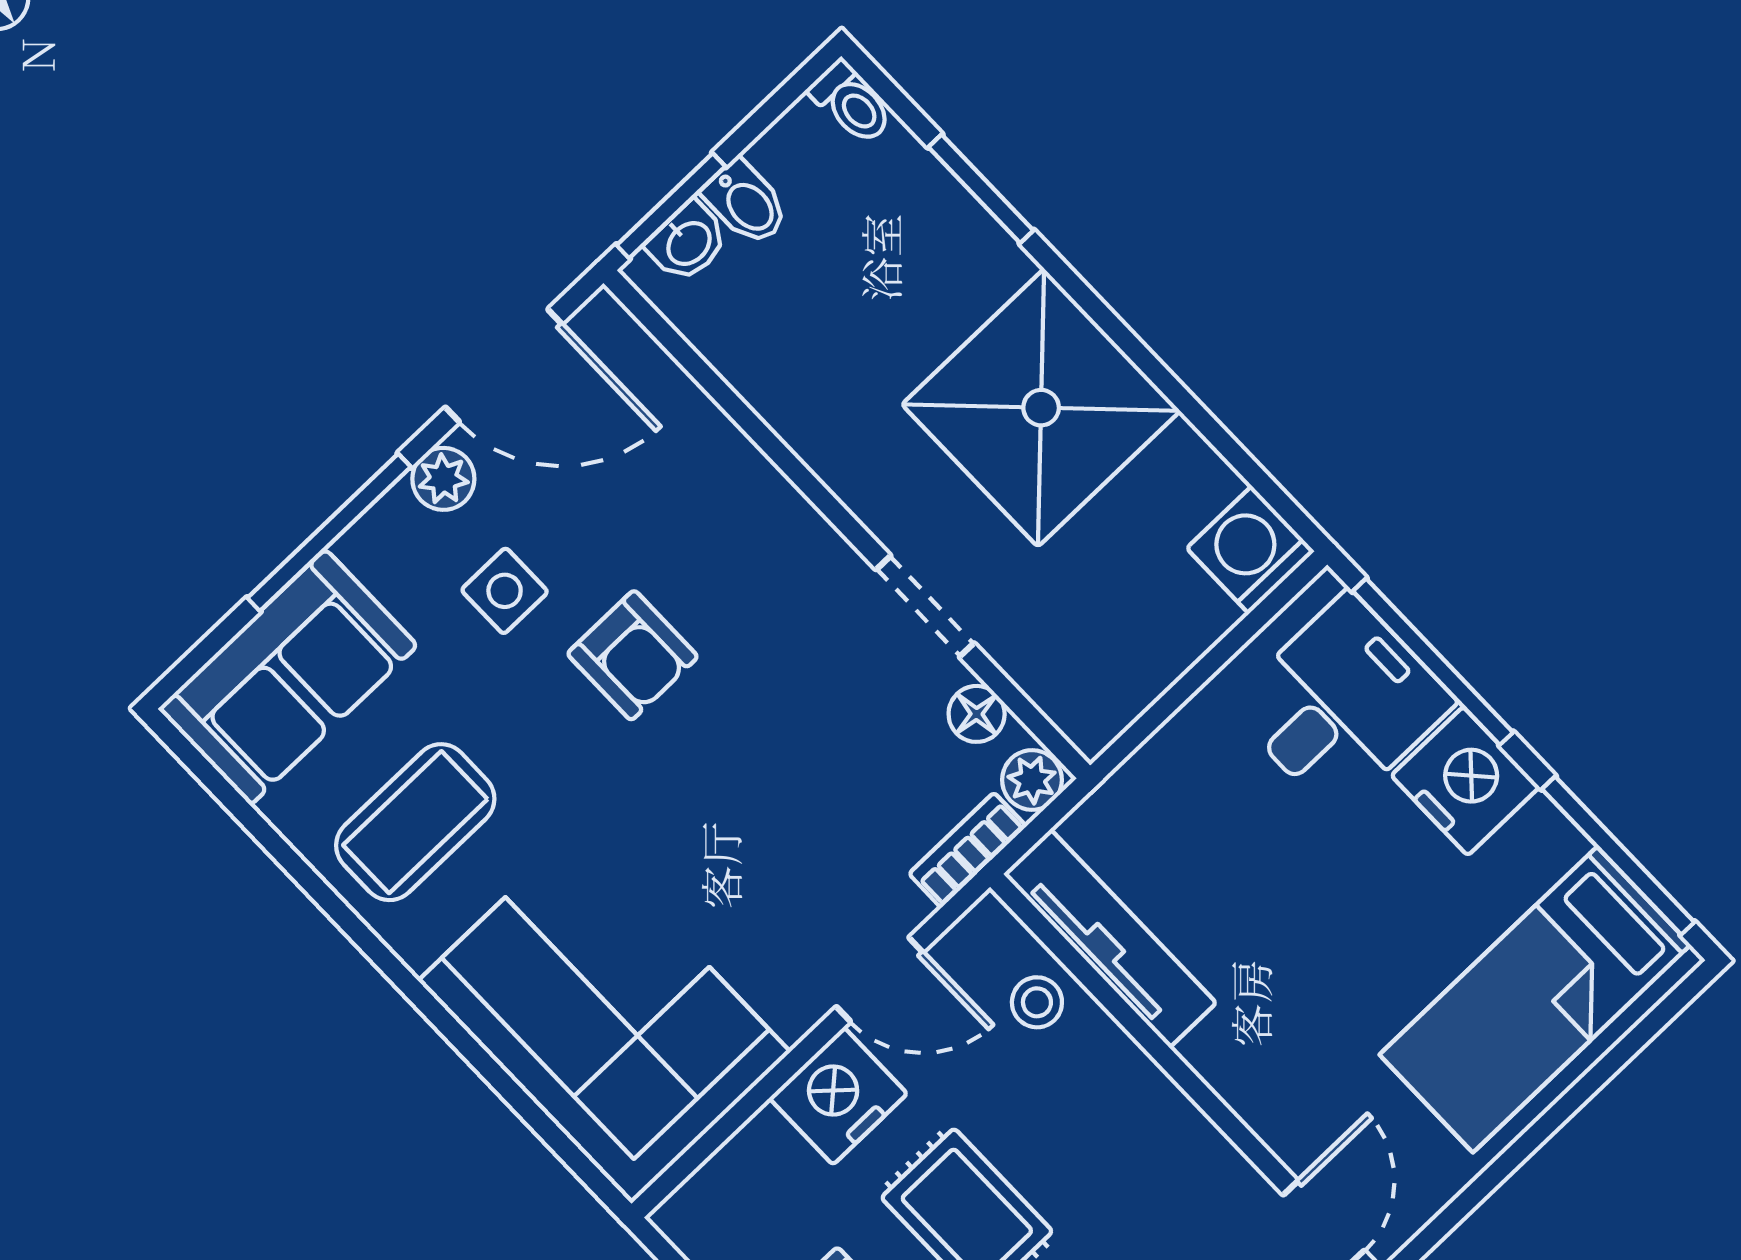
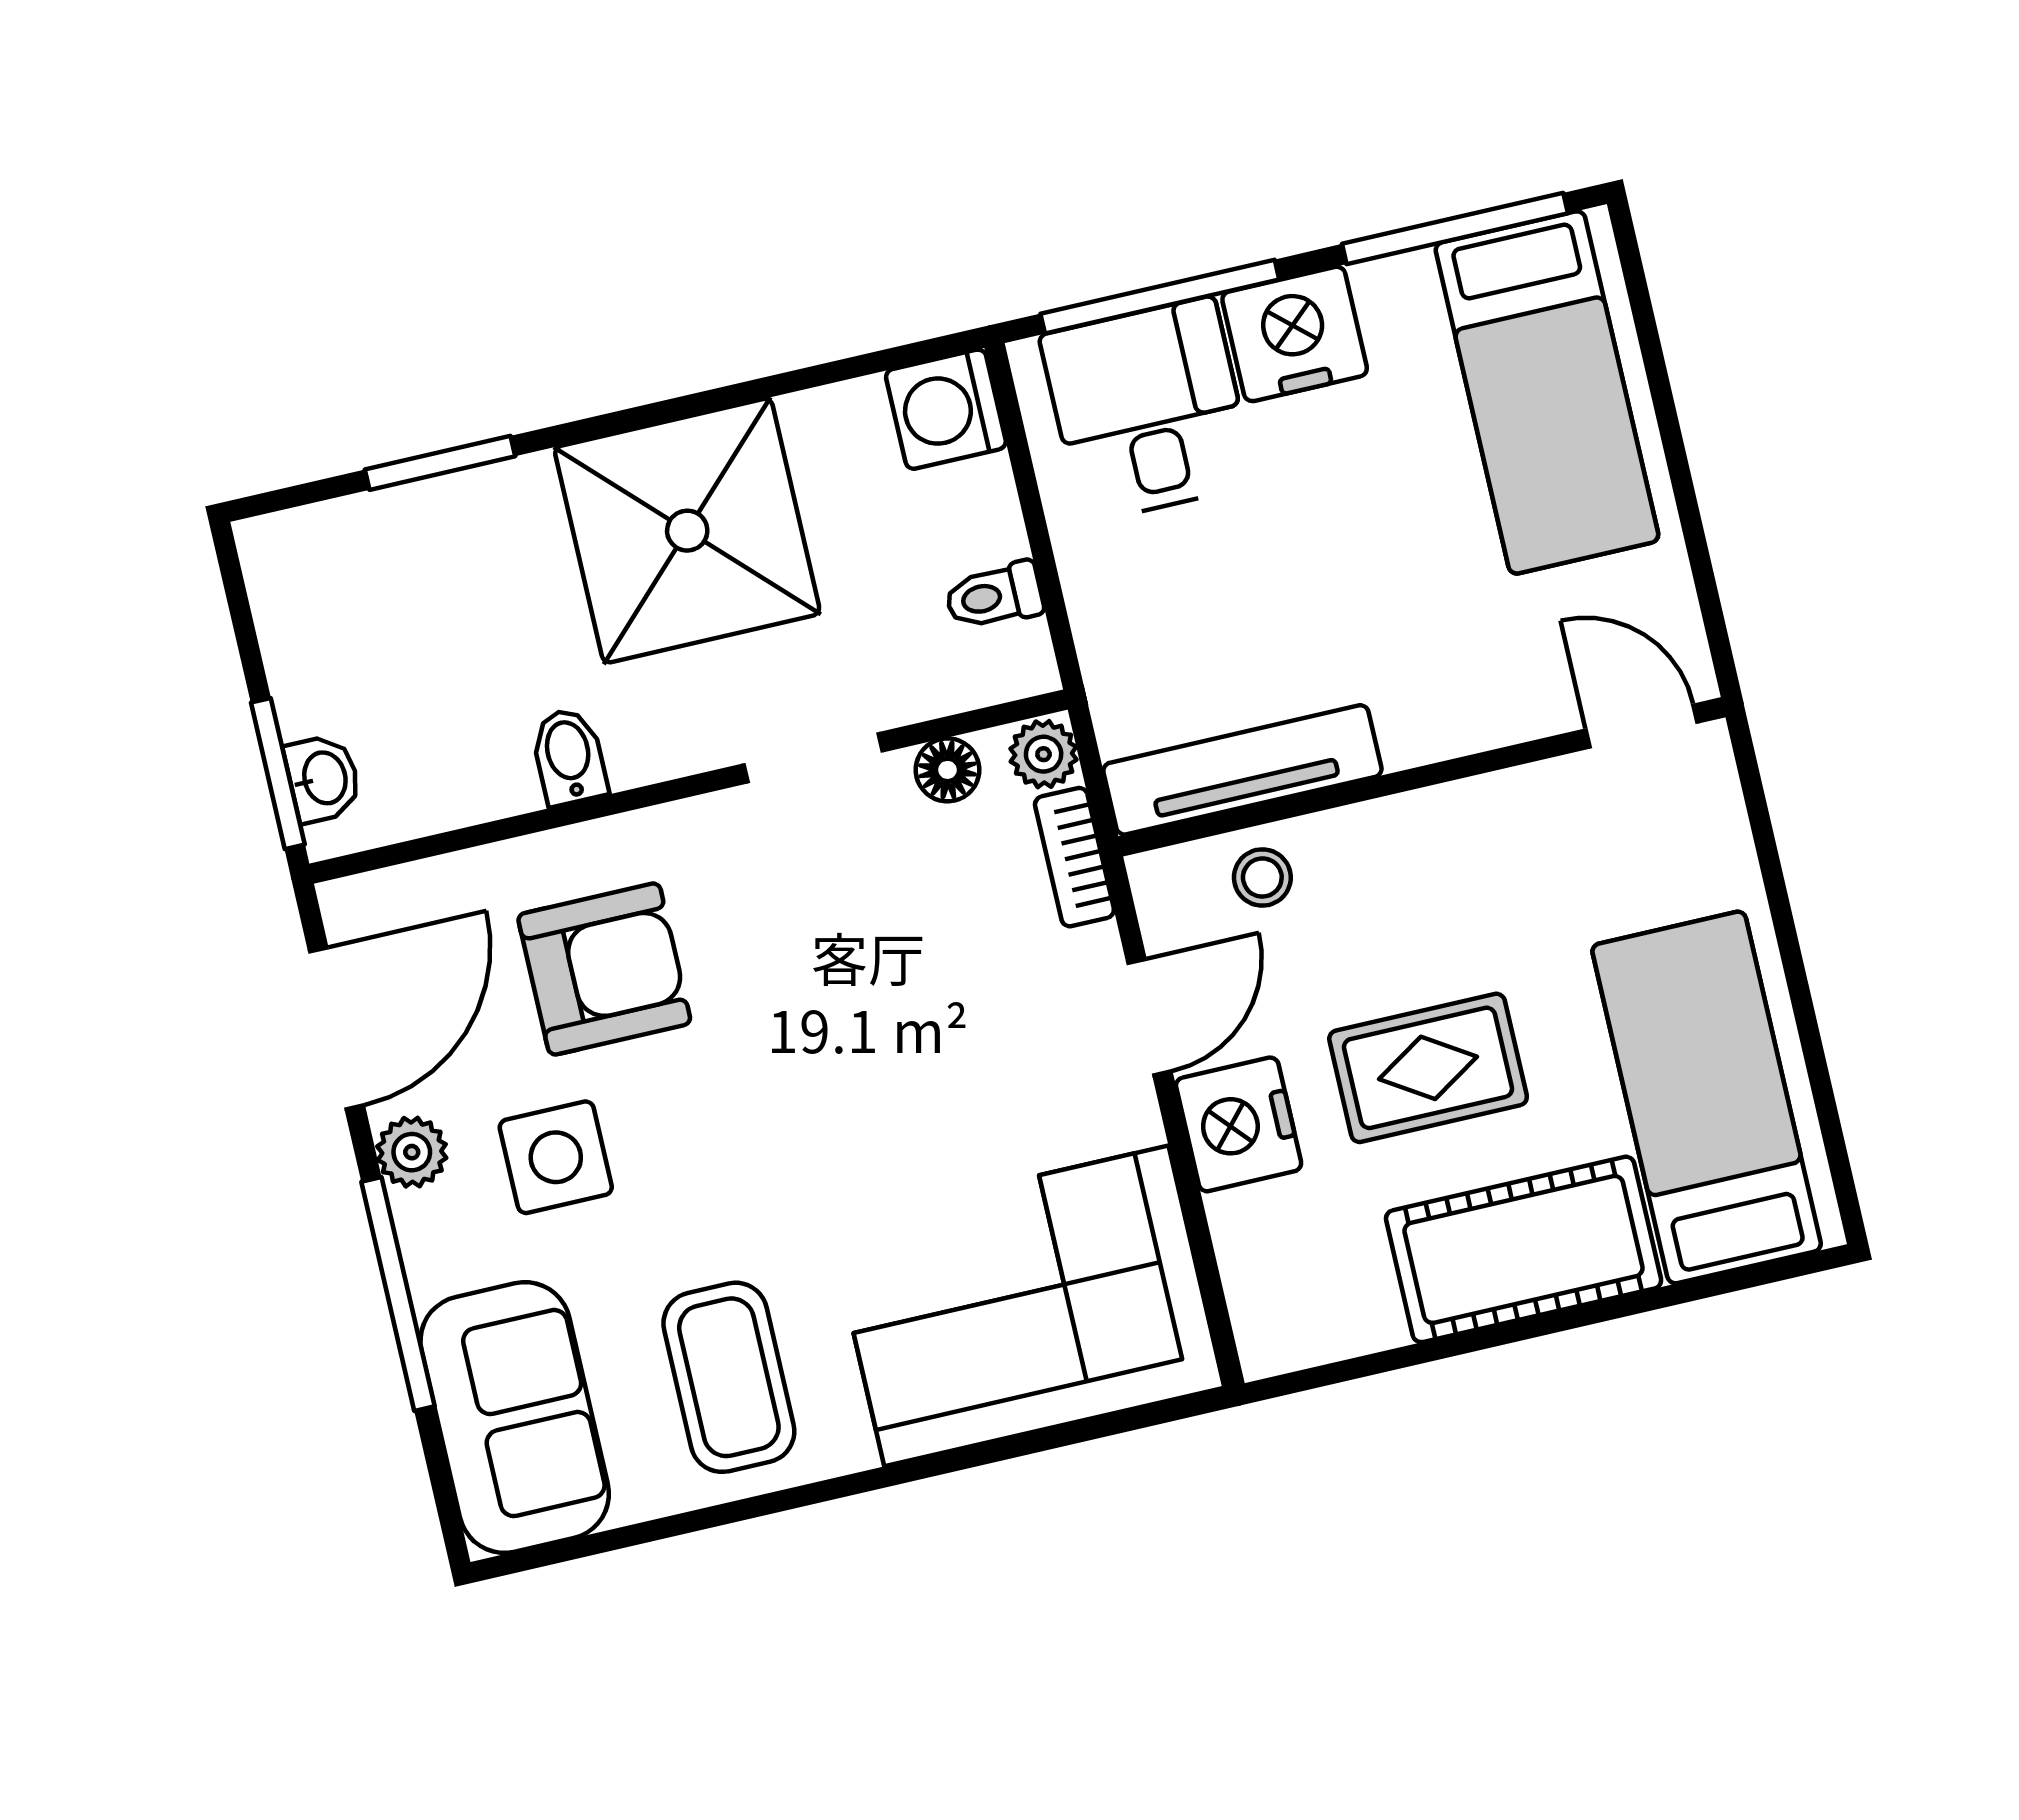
toilet: (851, 103) -> (994, 596), moved, turned 180
bidet: (746, 203) -> (569, 756), moved, turned -90
side table: (505, 591) -> (556, 1157), width x1.37, depth x1.37
armchair: (633, 655) -> (604, 969), moved, width x1.38, depth x1.38

